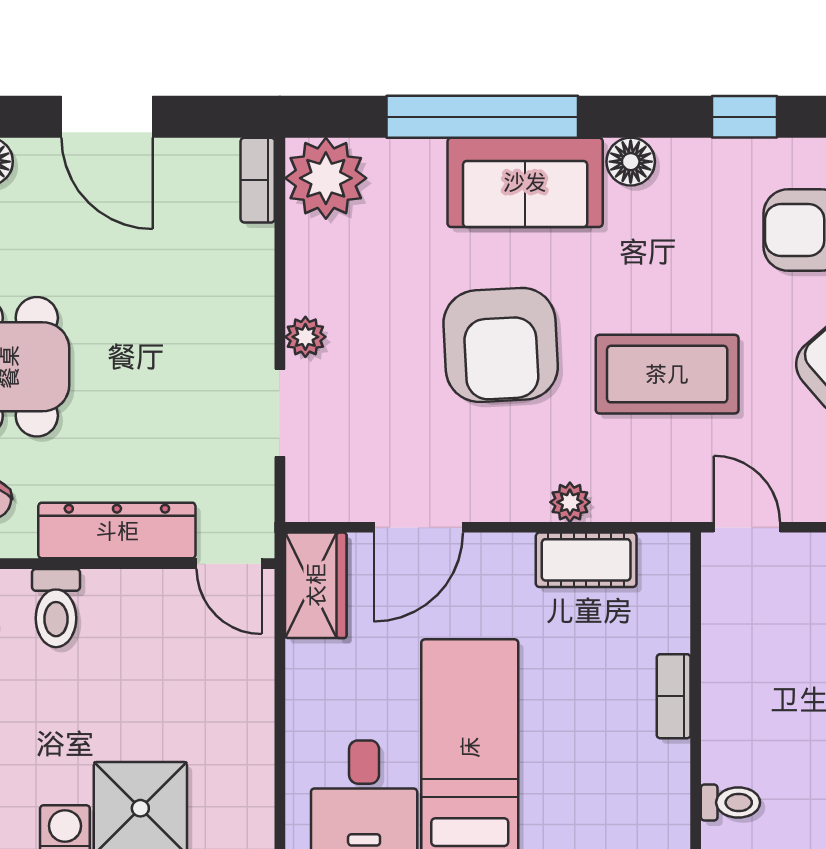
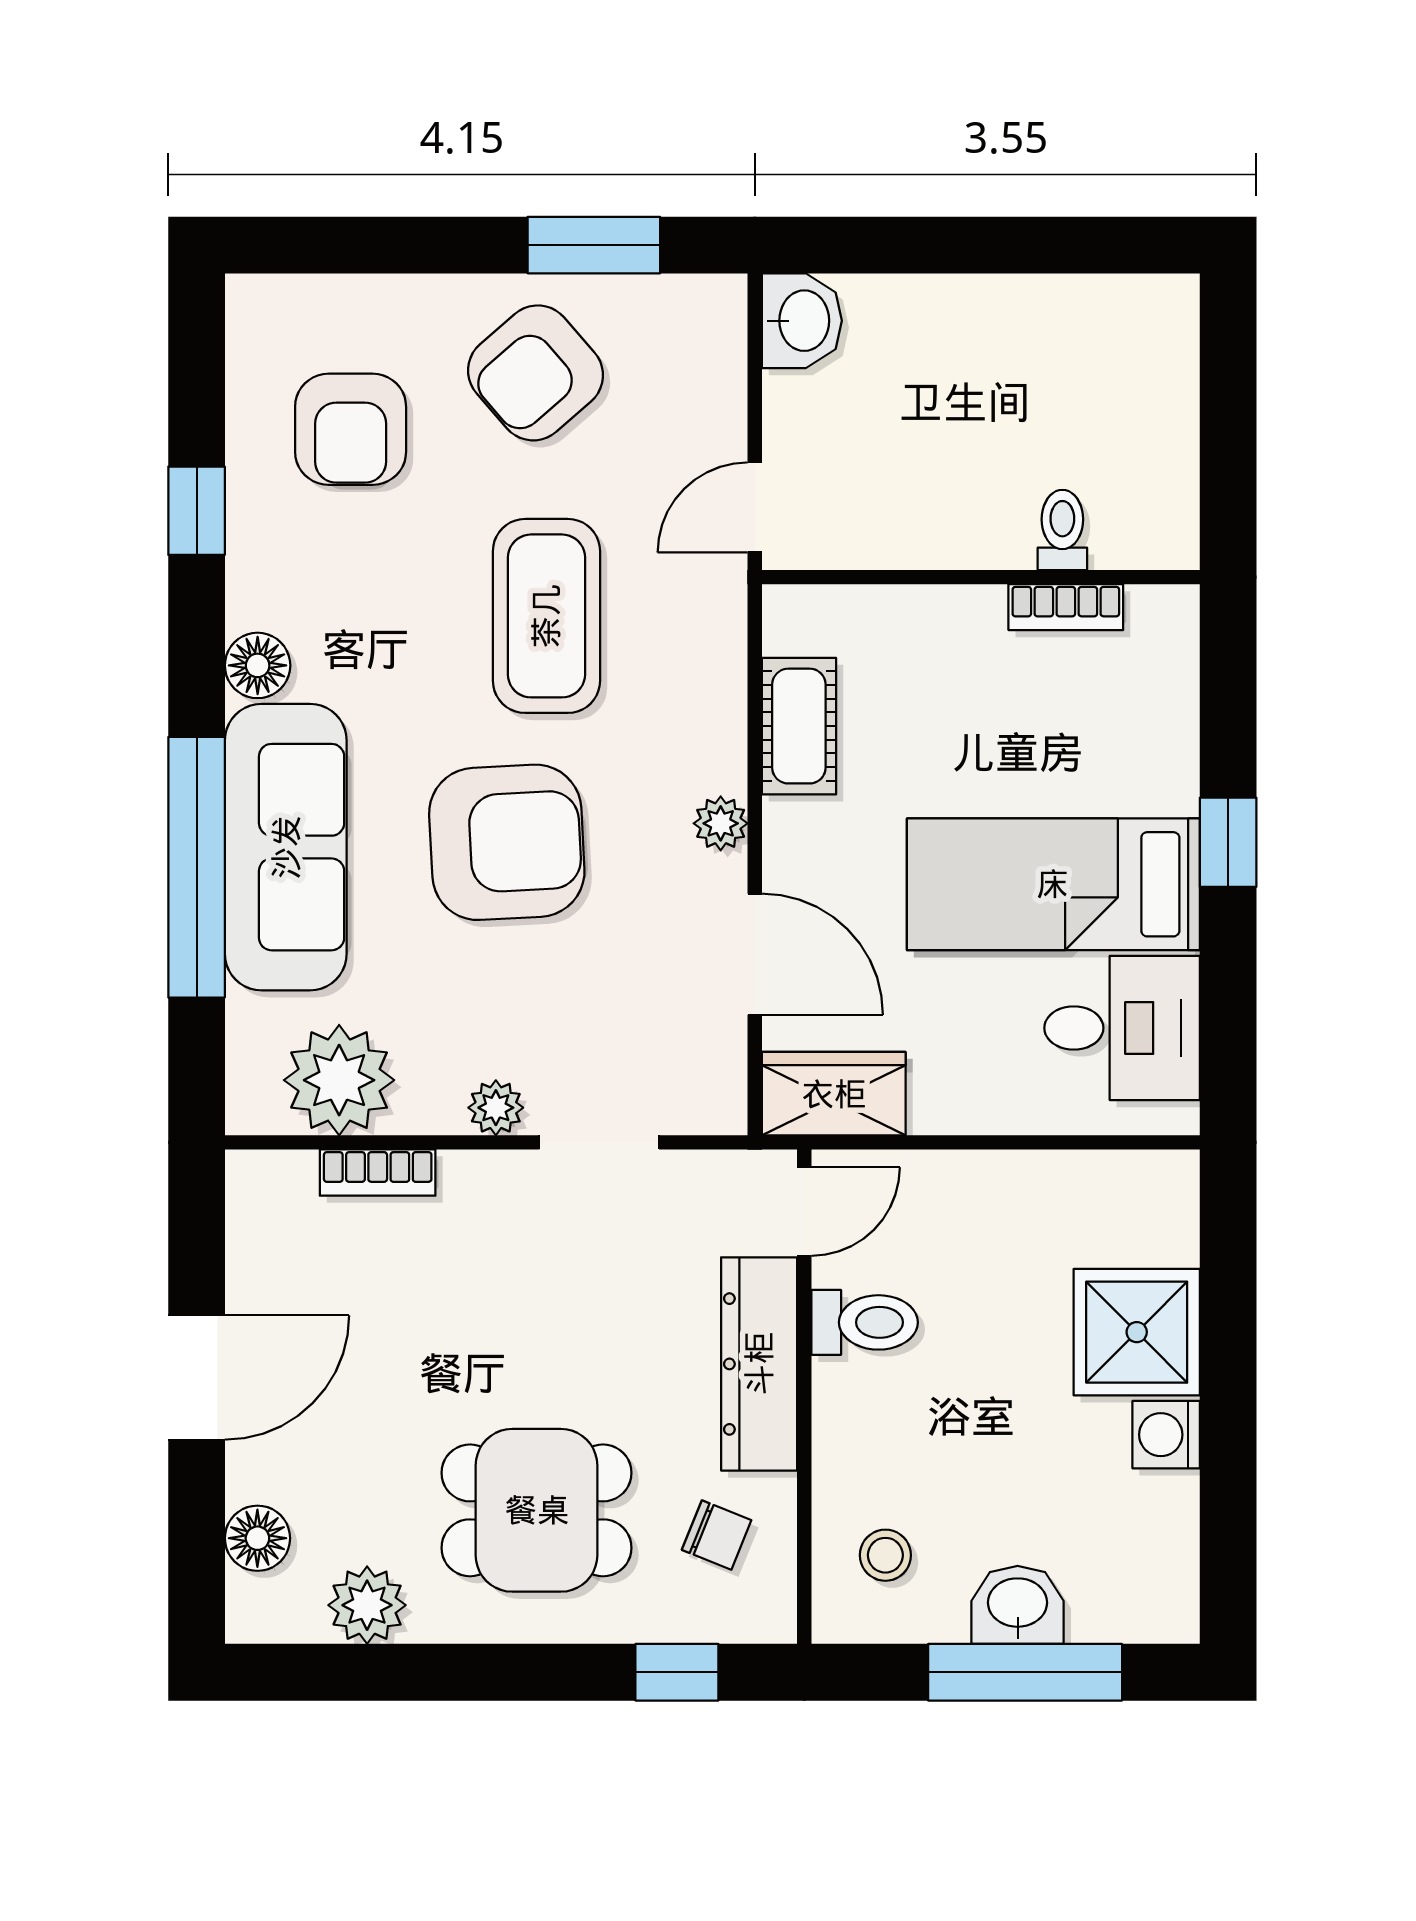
plant: (326, 178) -> (339, 1080), moved
bookcase: (258, 180) -> (378, 1173), moved
sofa: (525, 182) -> (286, 847), width x1.36
plant: (570, 502) -> (721, 823), moved
toilet: (56, 608) -> (865, 1322), moved
bookcase: (674, 696) -> (1066, 607), moved
toilet: (730, 803) -> (1062, 530), moved

